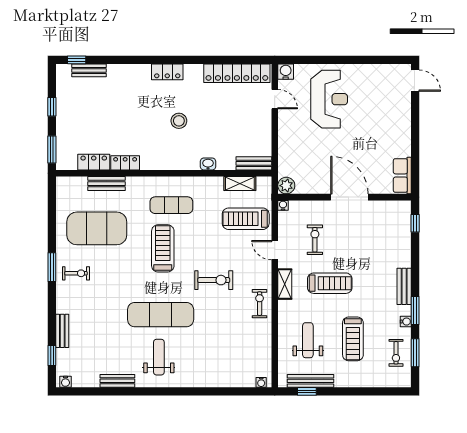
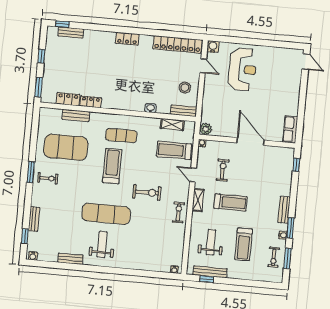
stool: (179, 121) -> (185, 88), moved

